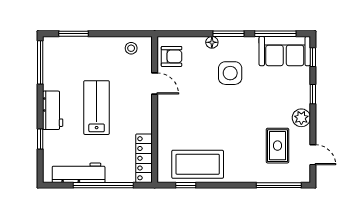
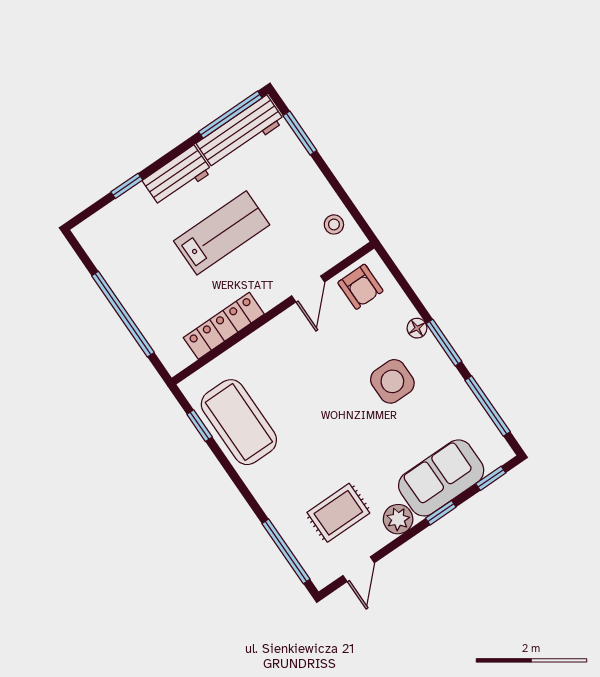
sofa: (285, 51) -> (441, 478), moved, turned 90
locker: (144, 158) -> (224, 326), moved
workbench: (79, 173) -> (240, 132), moved, turned 90

